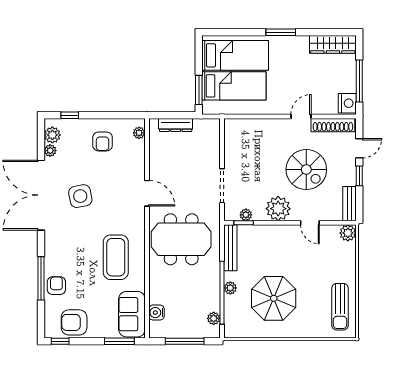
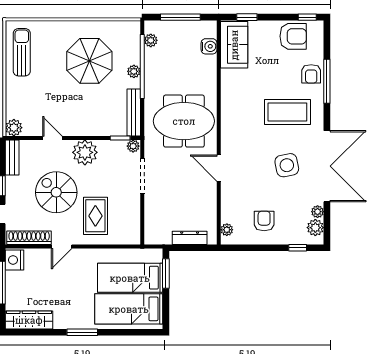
rug: (268, 146) -> (95, 216), added
plant: (246, 215) -> (133, 146), moved
coffee table: (116, 257) -> (287, 112), moved, turned 90
window: (119, 341) -> (247, 17), width x0.67

